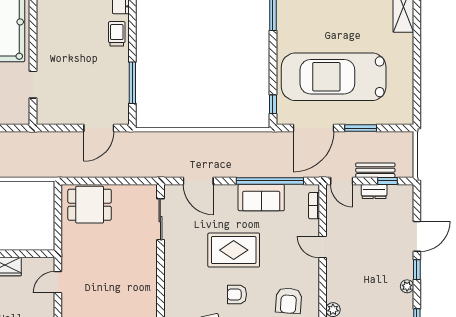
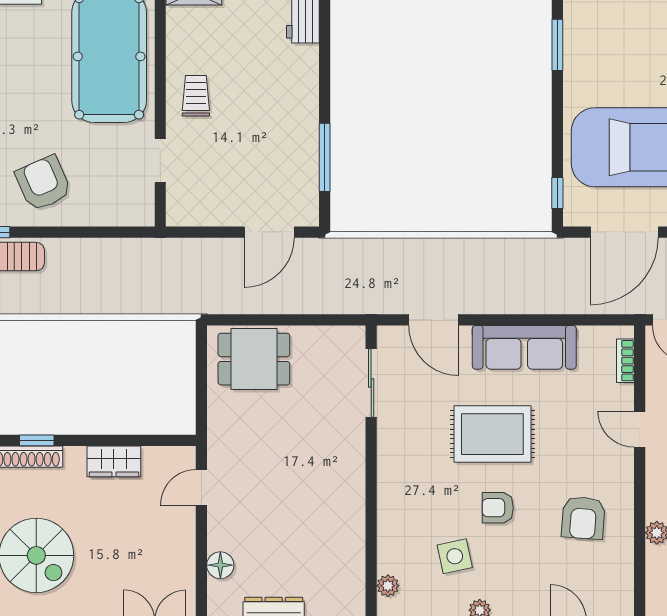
trolley: (117, 34) -> (196, 96), moved
window: (270, 181) -> (552, 320), removed
sofa: (261, 198) -> (524, 347), width x1.36

